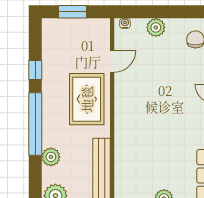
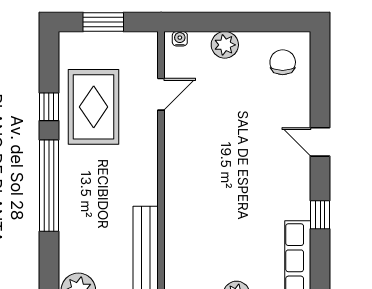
rug: (87, 99) -> (94, 107), moved
plant: (51, 157) -> (72, 234), removed

